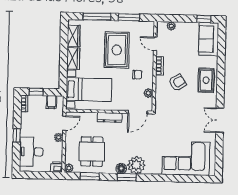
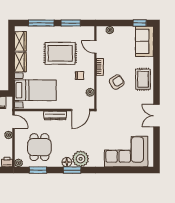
rug: (117, 50) -> (60, 53), turned 90
door: (64, 123) -> (14, 122), hinge flipped

